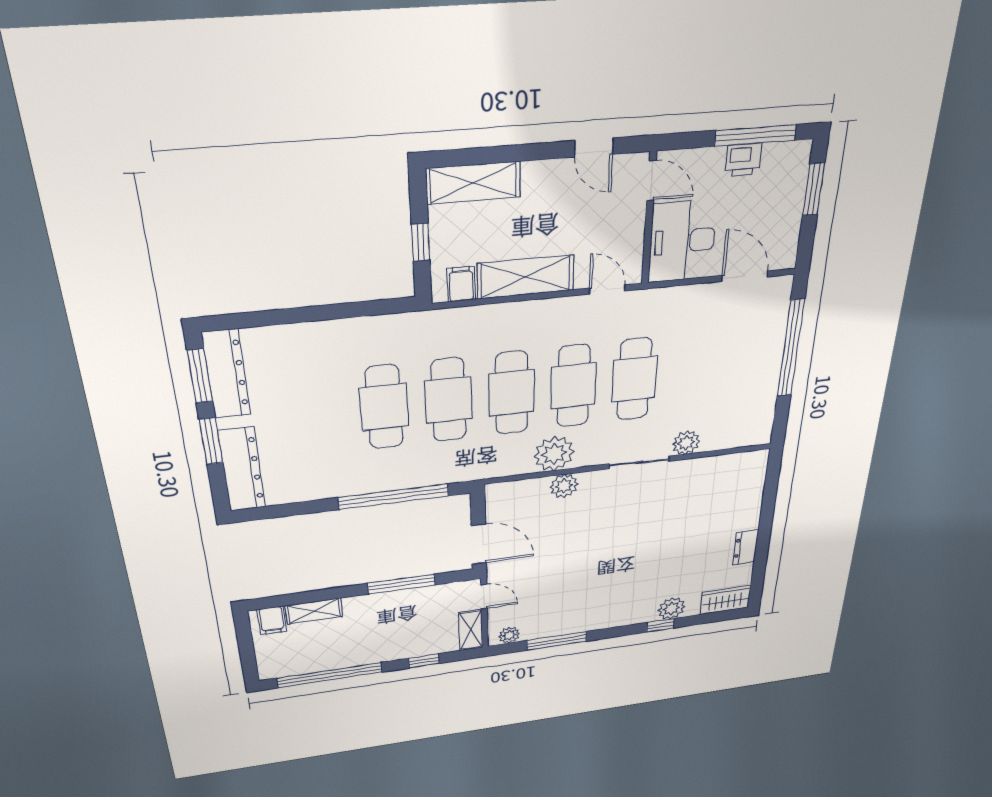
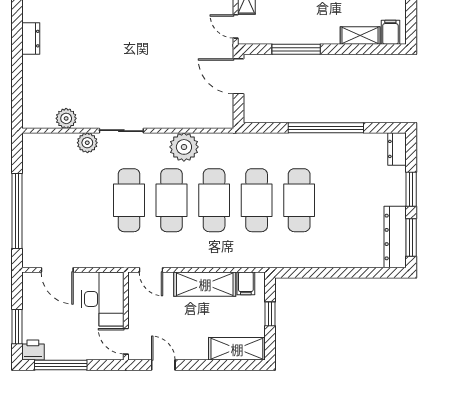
printer: (743, 160) -> (33, 350), moved
dresser: (242, 469) -> (397, 149), width x0.51, depth x0.80
plant: (564, 486) -> (66, 118), moved
window: (394, 497) -> (326, 128), moved

